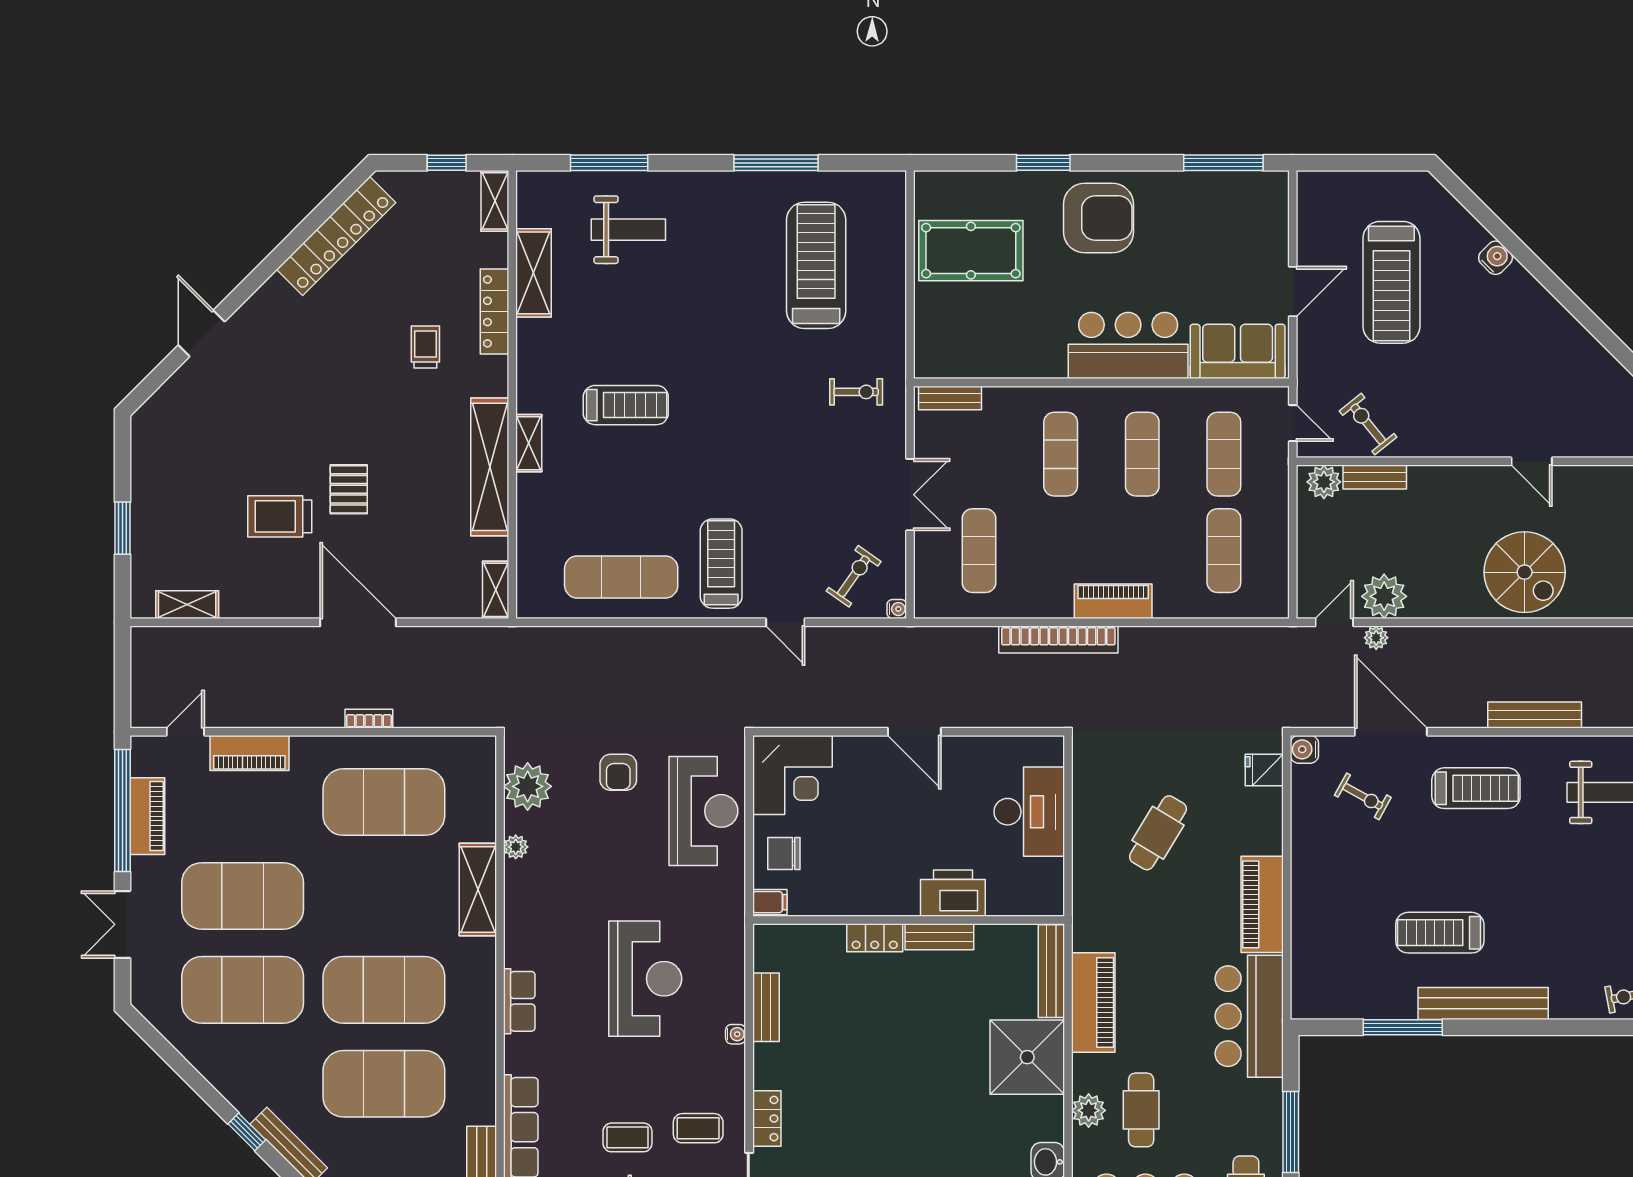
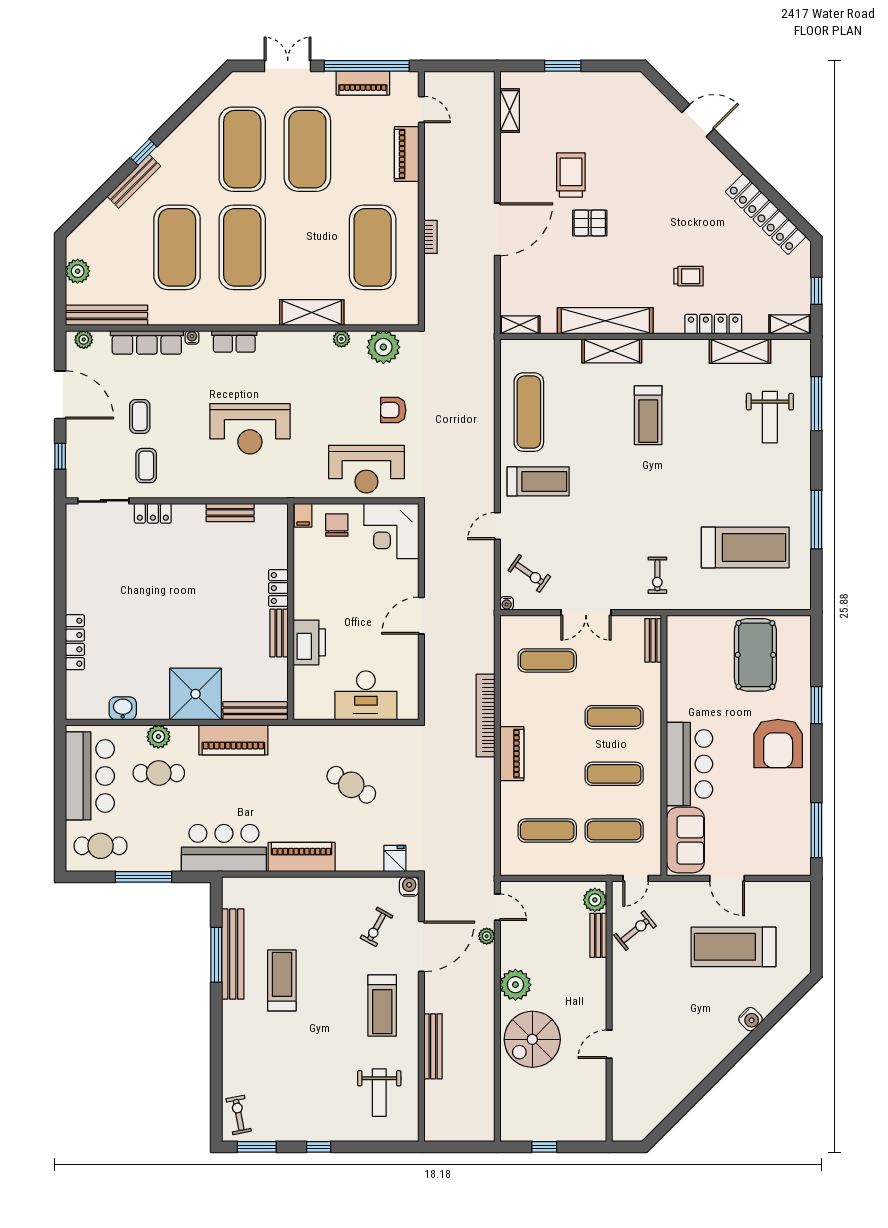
shelving: (529, 443) -> (612, 351), width x1.50, depth x1.33
plant: (1384, 596) -> (515, 985), moved
bench: (1483, 1003) -> (233, 954), moved
water cooler: (736, 1034) -> (192, 337), moved, turned 180

